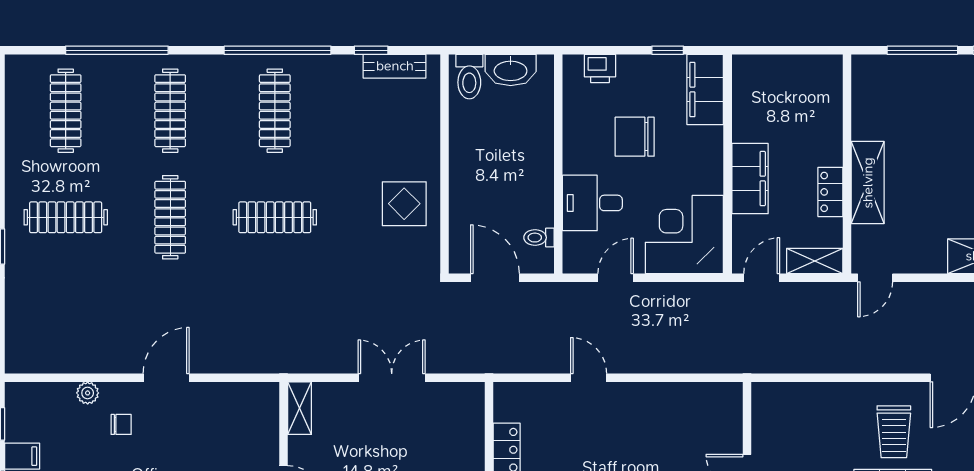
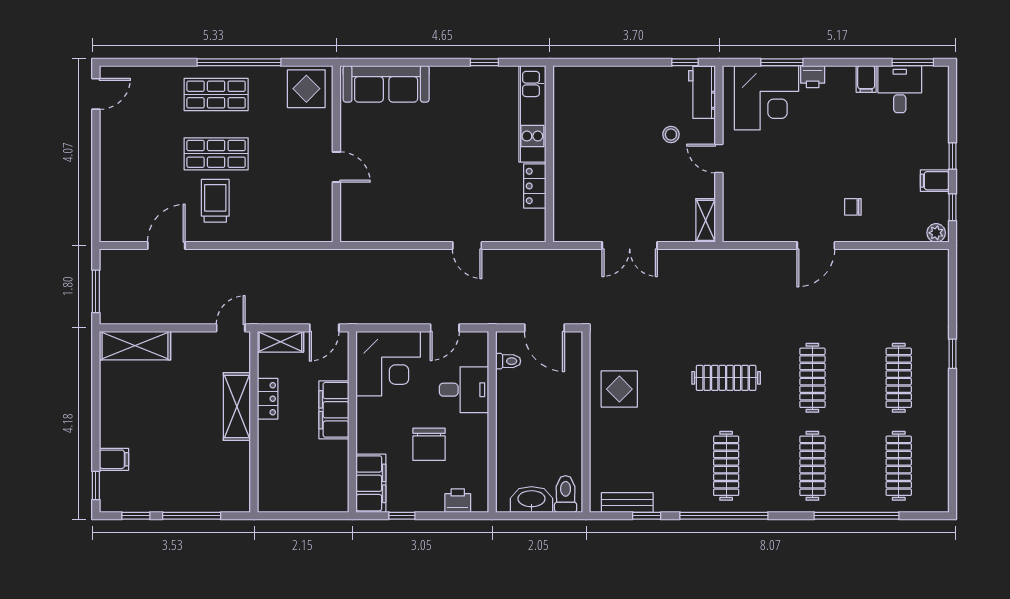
chair: (635, 137) -> (429, 444), turned 90
clothes rail: (66, 217) -> (899, 378), turned 90
plant: (88, 393) -> (936, 233), moved

